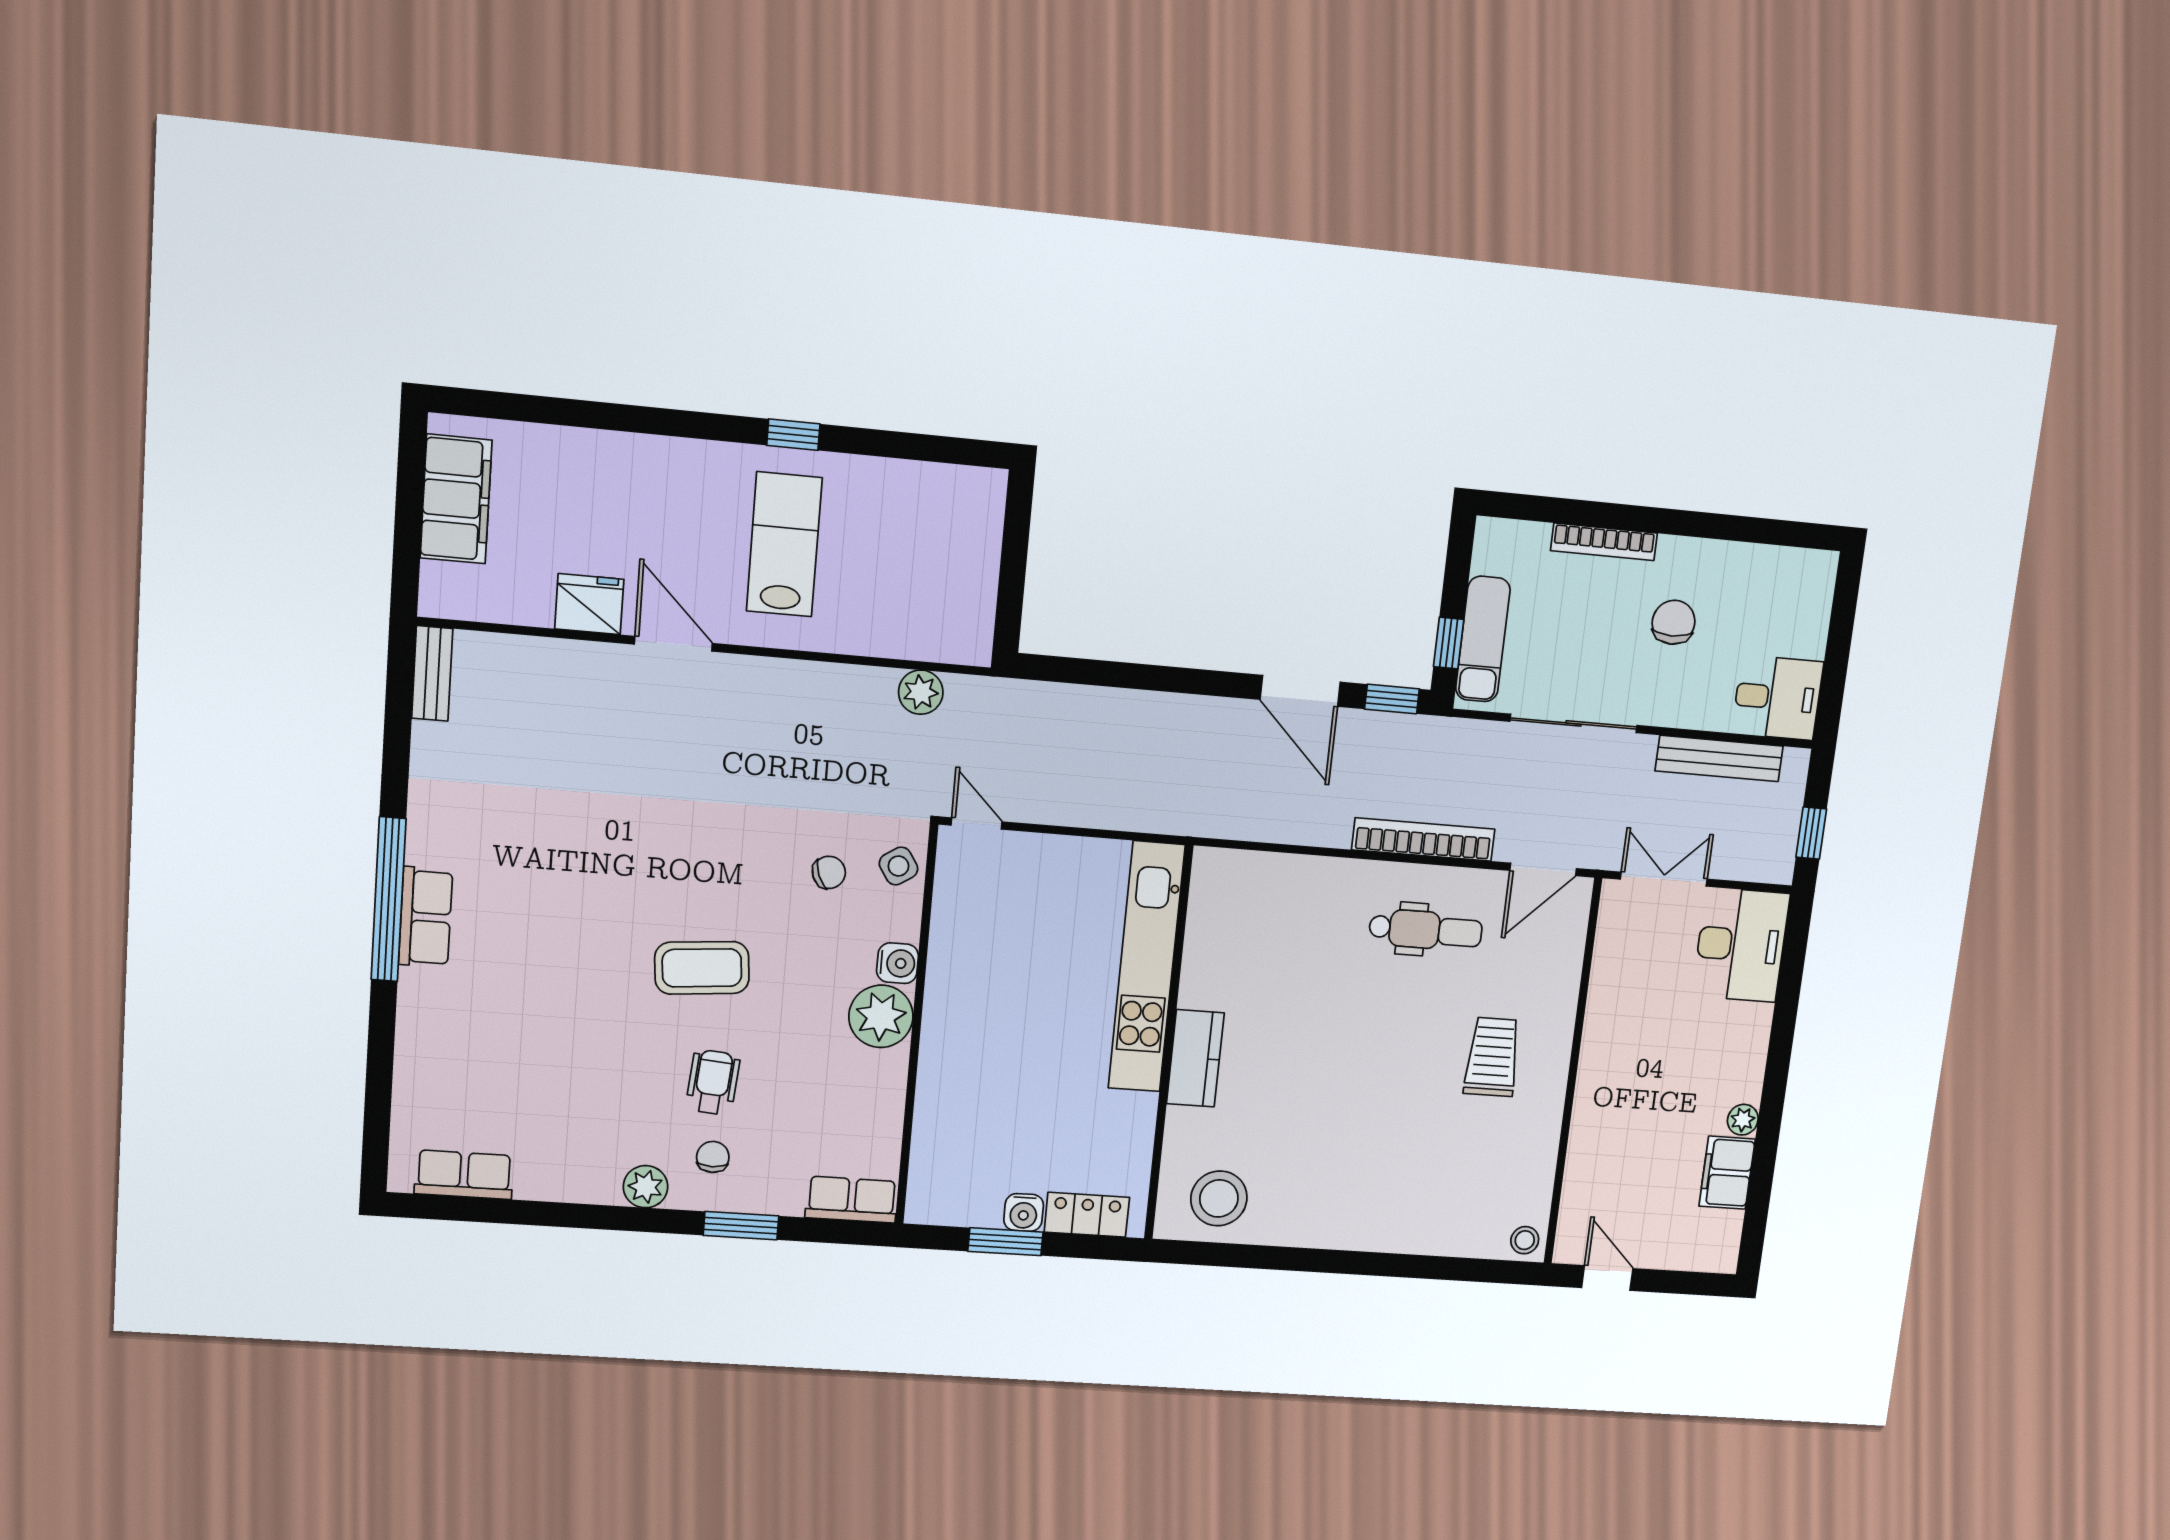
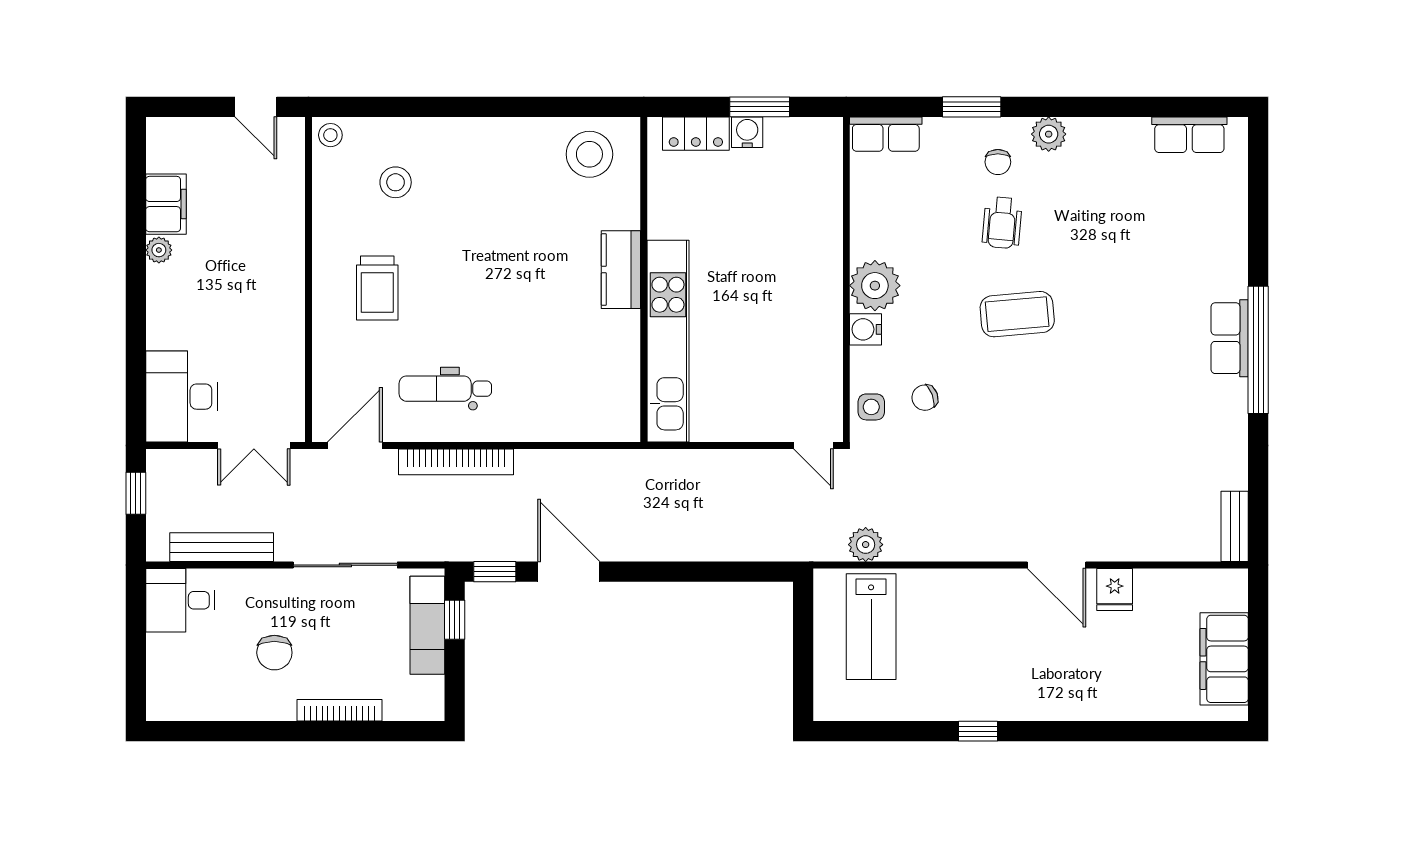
lab bench: (784, 544) -> (871, 627), moved
fridge: (589, 604) -> (1115, 589), width x0.72
side table: (898, 866) -> (871, 407), turned 33
stool: (1455, 1180) -> (396, 182), added

